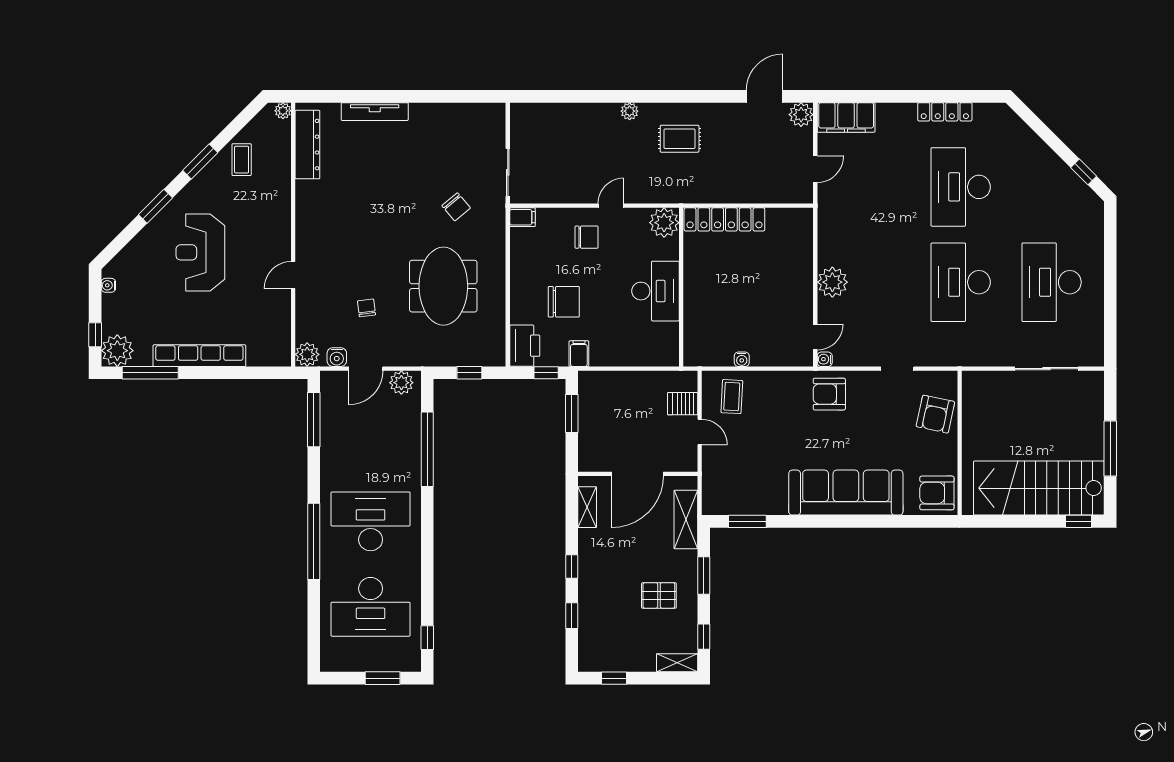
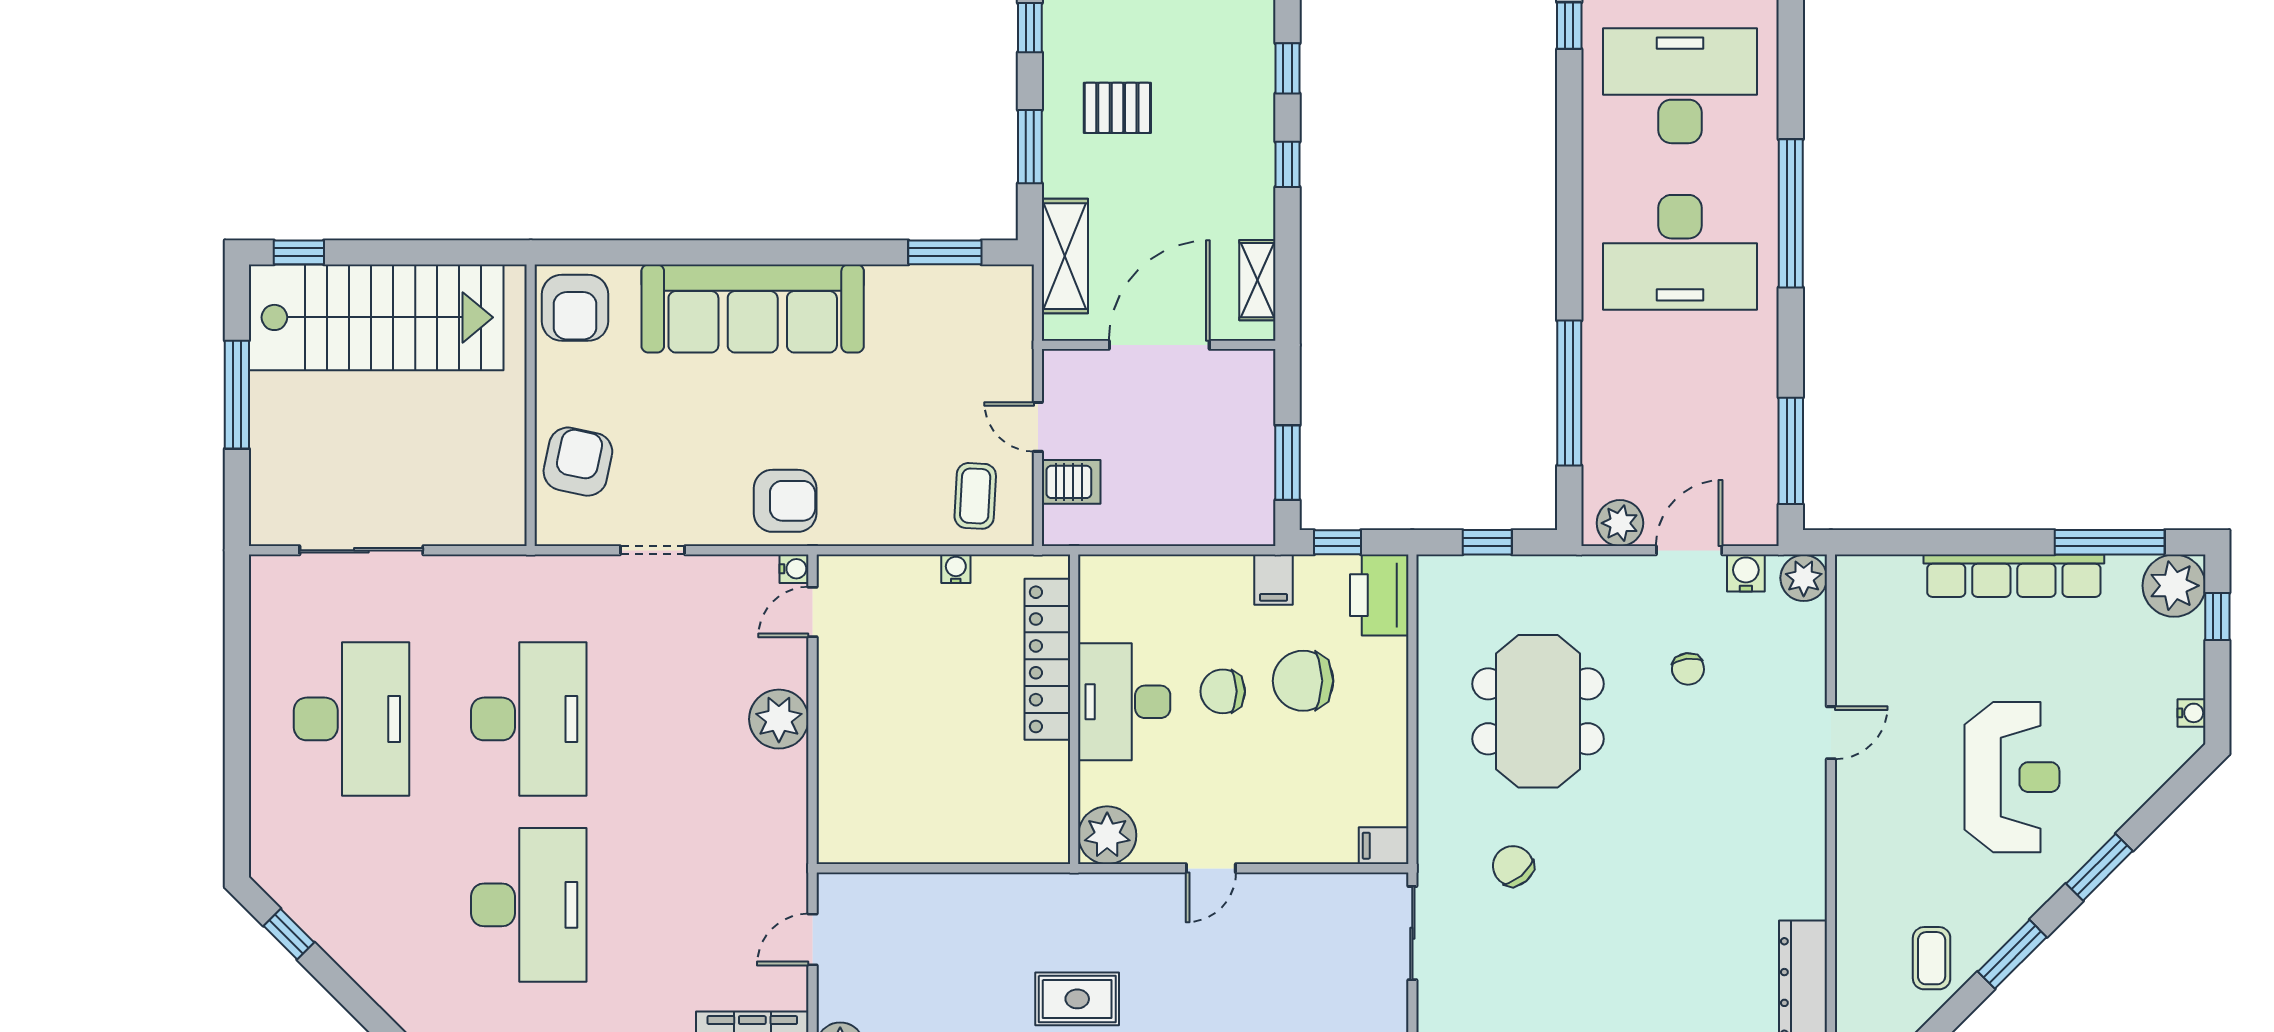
locker: (724, 219) -> (1047, 659), moved, turned -90
chair: (587, 237) -> (1223, 691), moved
armchair: (937, 493) -> (575, 308), turned 90

